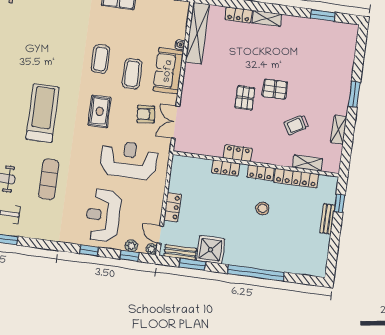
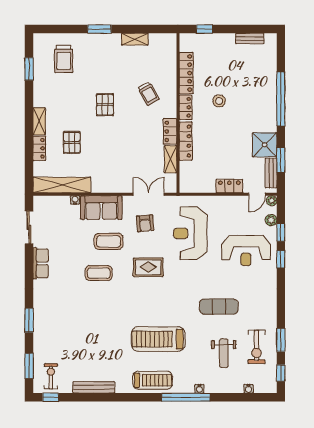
trolley: (328, 53) -> (64, 59), added
pallet: (245, 98) -> (72, 142), moved, turned 90
treadmill: (42, 113) -> (158, 339), moved
double door: (176, 122) -> (149, 194), swing flipped
trolley: (296, 125) -> (148, 94), moved
shelving: (308, 163) -> (170, 159), moved
locker: (226, 168) -> (186, 141), width x1.53
bench: (327, 219) -> (250, 38), moved
window: (129, 256) -> (281, 232), moved

